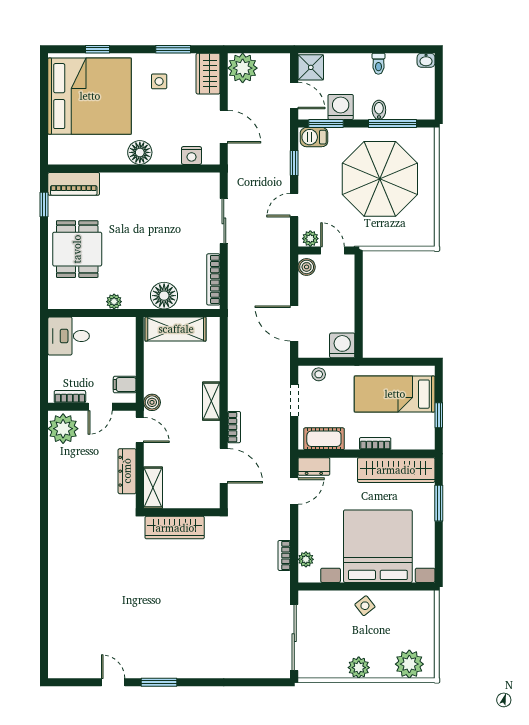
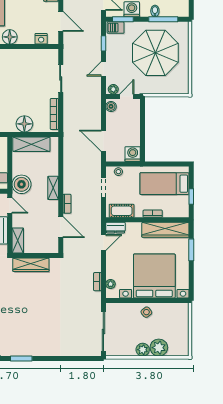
door: (333, 250) -> (127, 96), hinge flipped
boiler: (152, 402) -> (21, 184), width x1.86, depth x1.86
plant: (409, 664) -> (159, 348), moved

